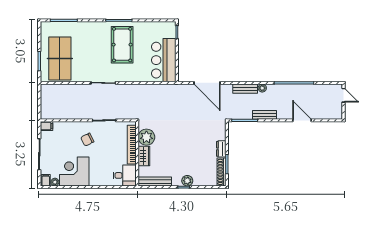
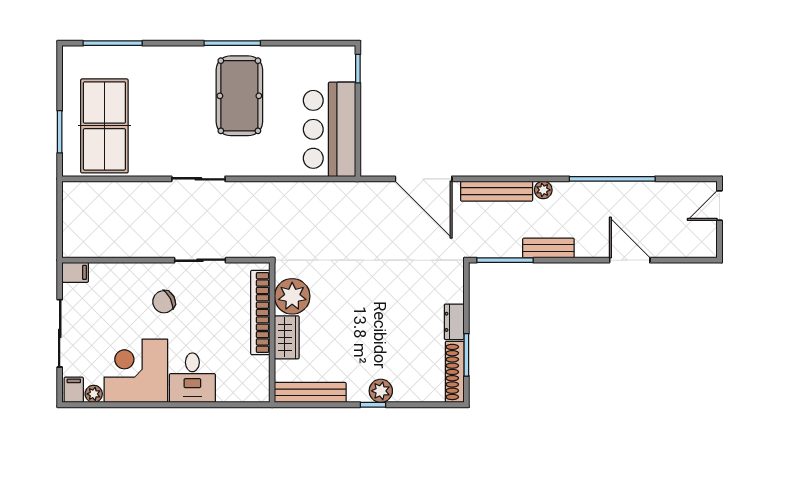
bench: (245, 89) -> (497, 191), width x1.36
door: (343, 95) -> (720, 206), swing flipped
desk: (125, 175) -> (192, 378), moved, turned 90

